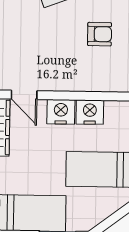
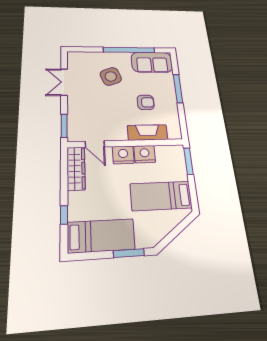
fireplace: (97, 81) -> (148, 132), added

